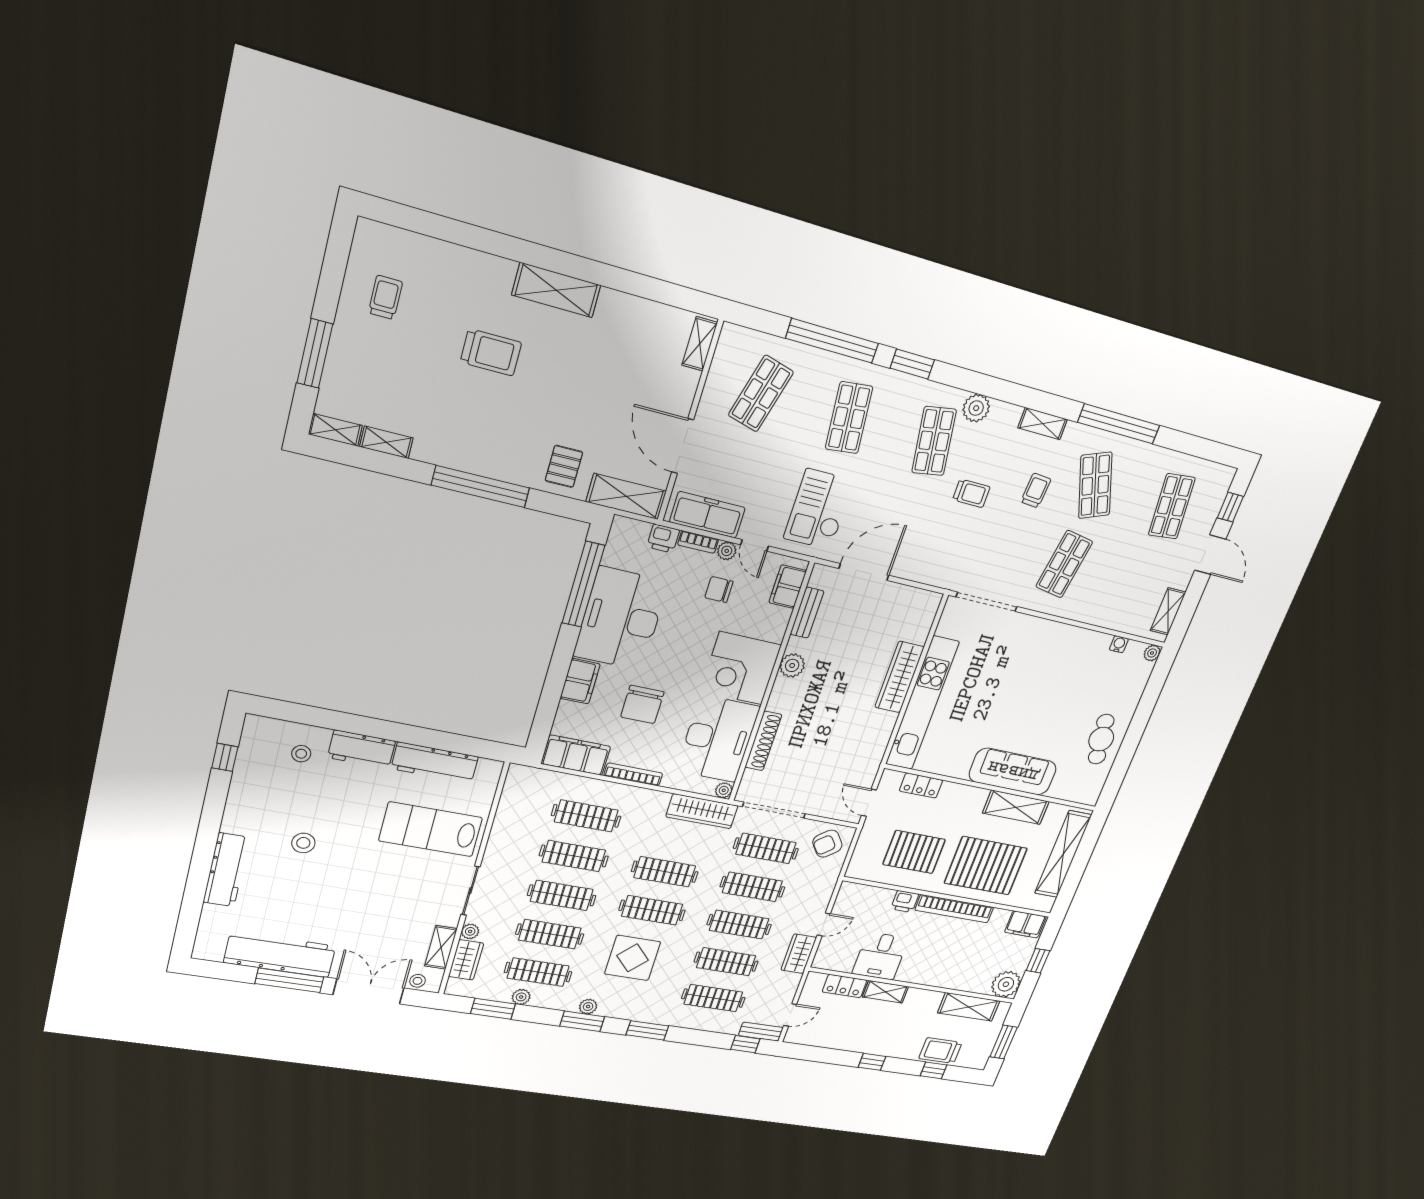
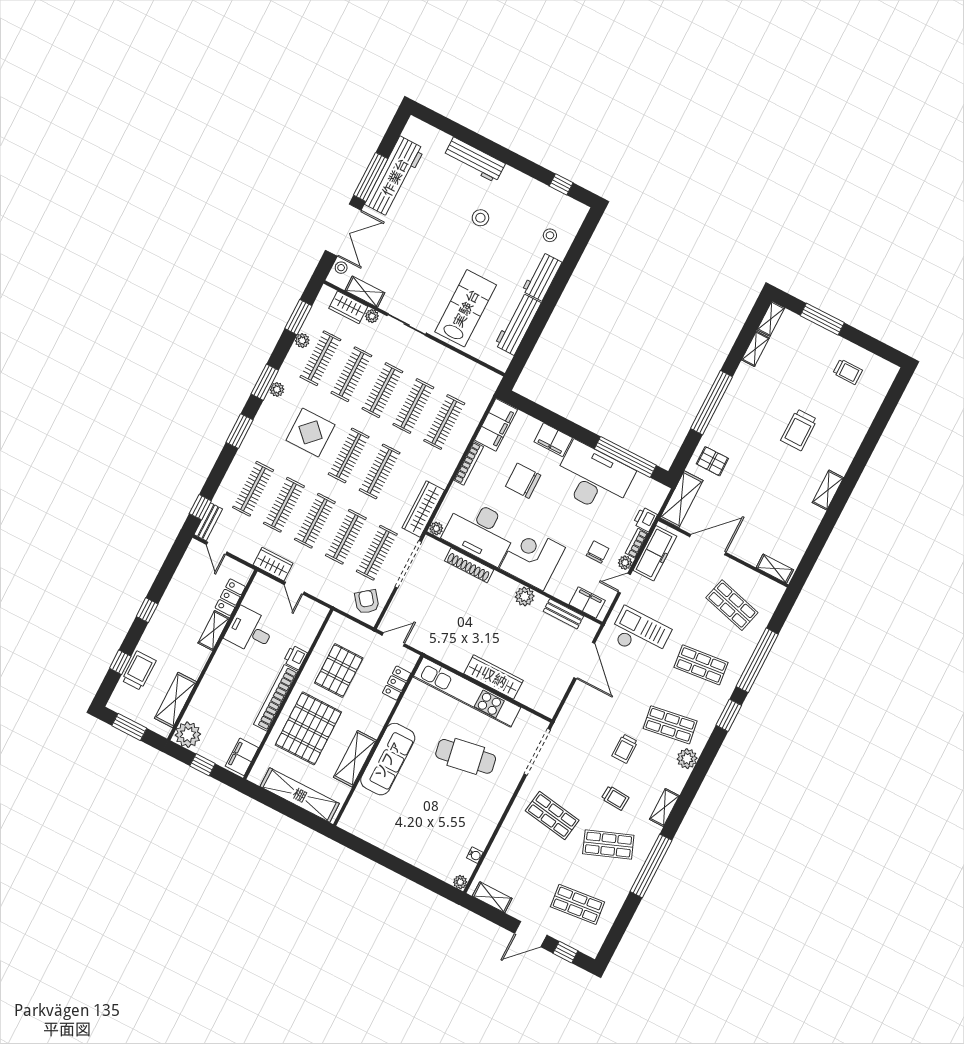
shelving: (556, 290) -> (828, 490), width x0.67, depth x0.75
cafe table: (1101, 739) -> (466, 756), moved, width x1.37, depth x1.35

